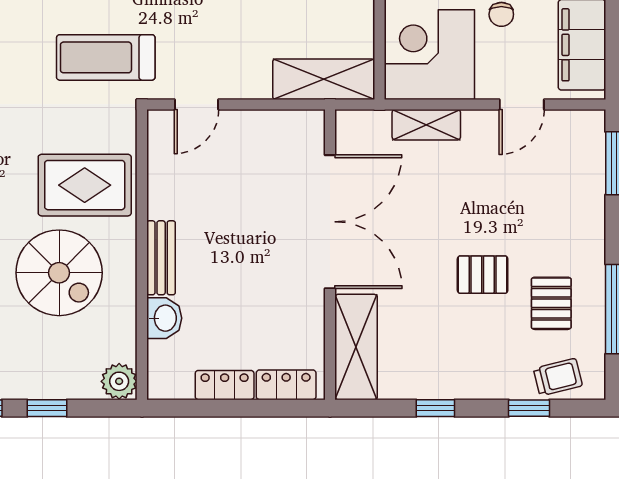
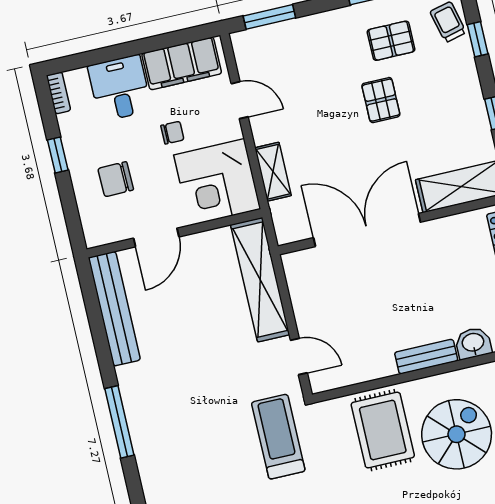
treadmill: (106, 57) -> (278, 437), turned 180
shelving: (324, 79) -> (260, 280), width x1.47

